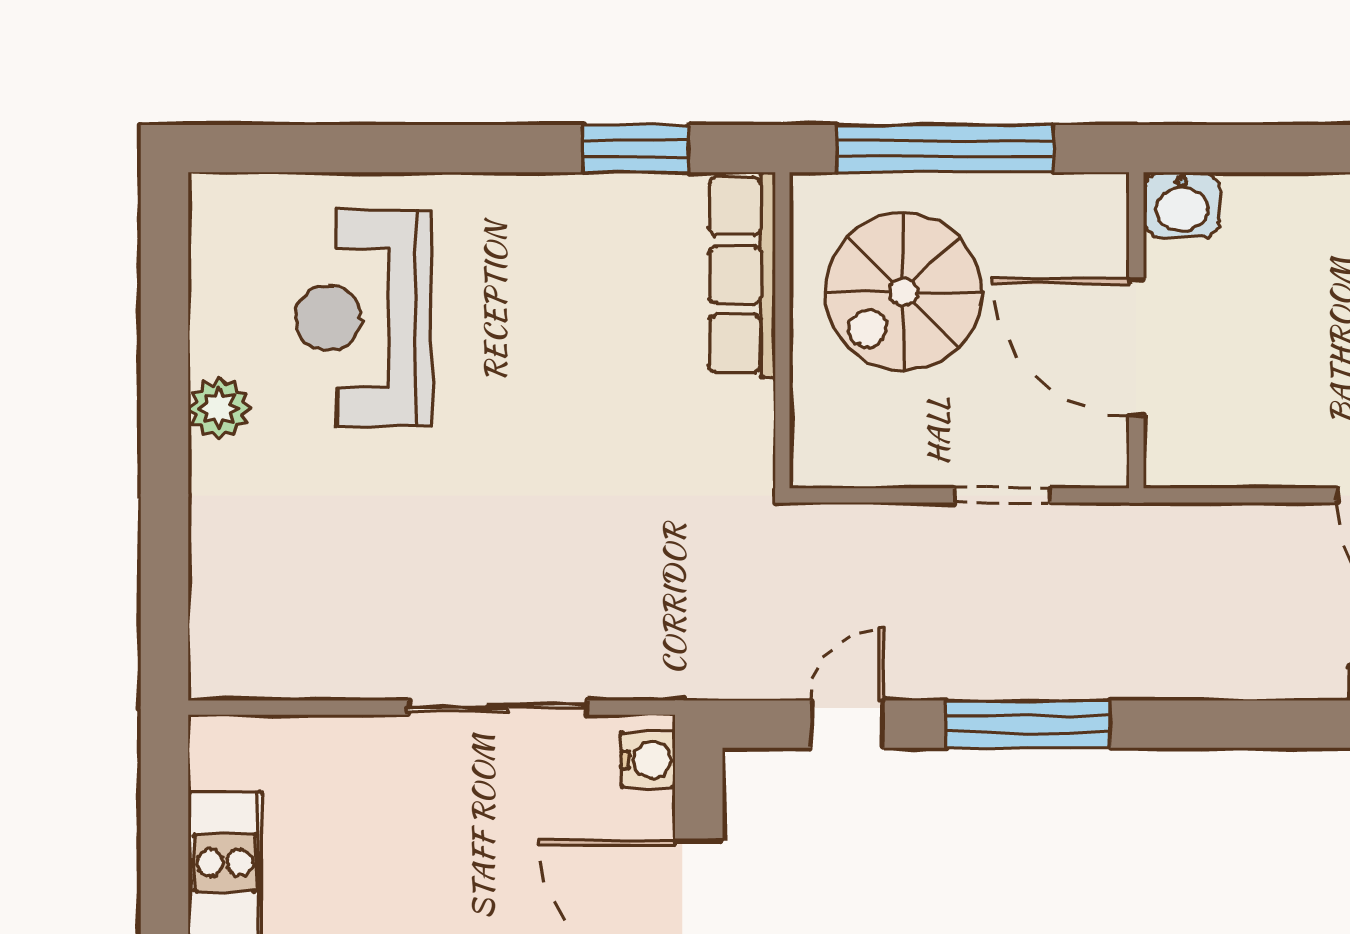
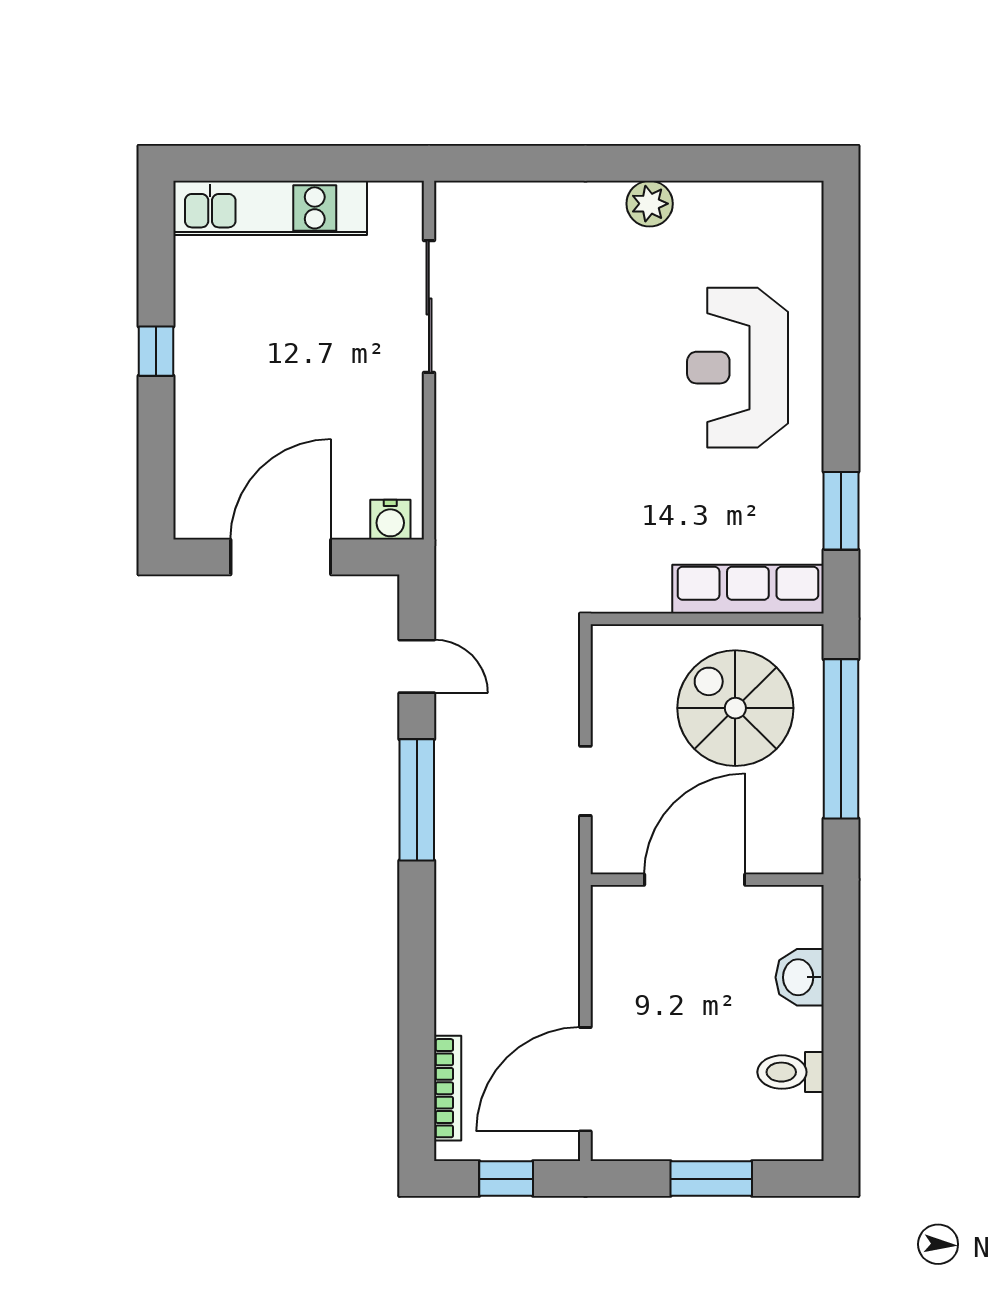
washbasin: (1182, 205) -> (800, 977), moved
reception desk: (364, 318) -> (738, 368), moved, turned -90
sliding door: (498, 708) -> (429, 307), moved

